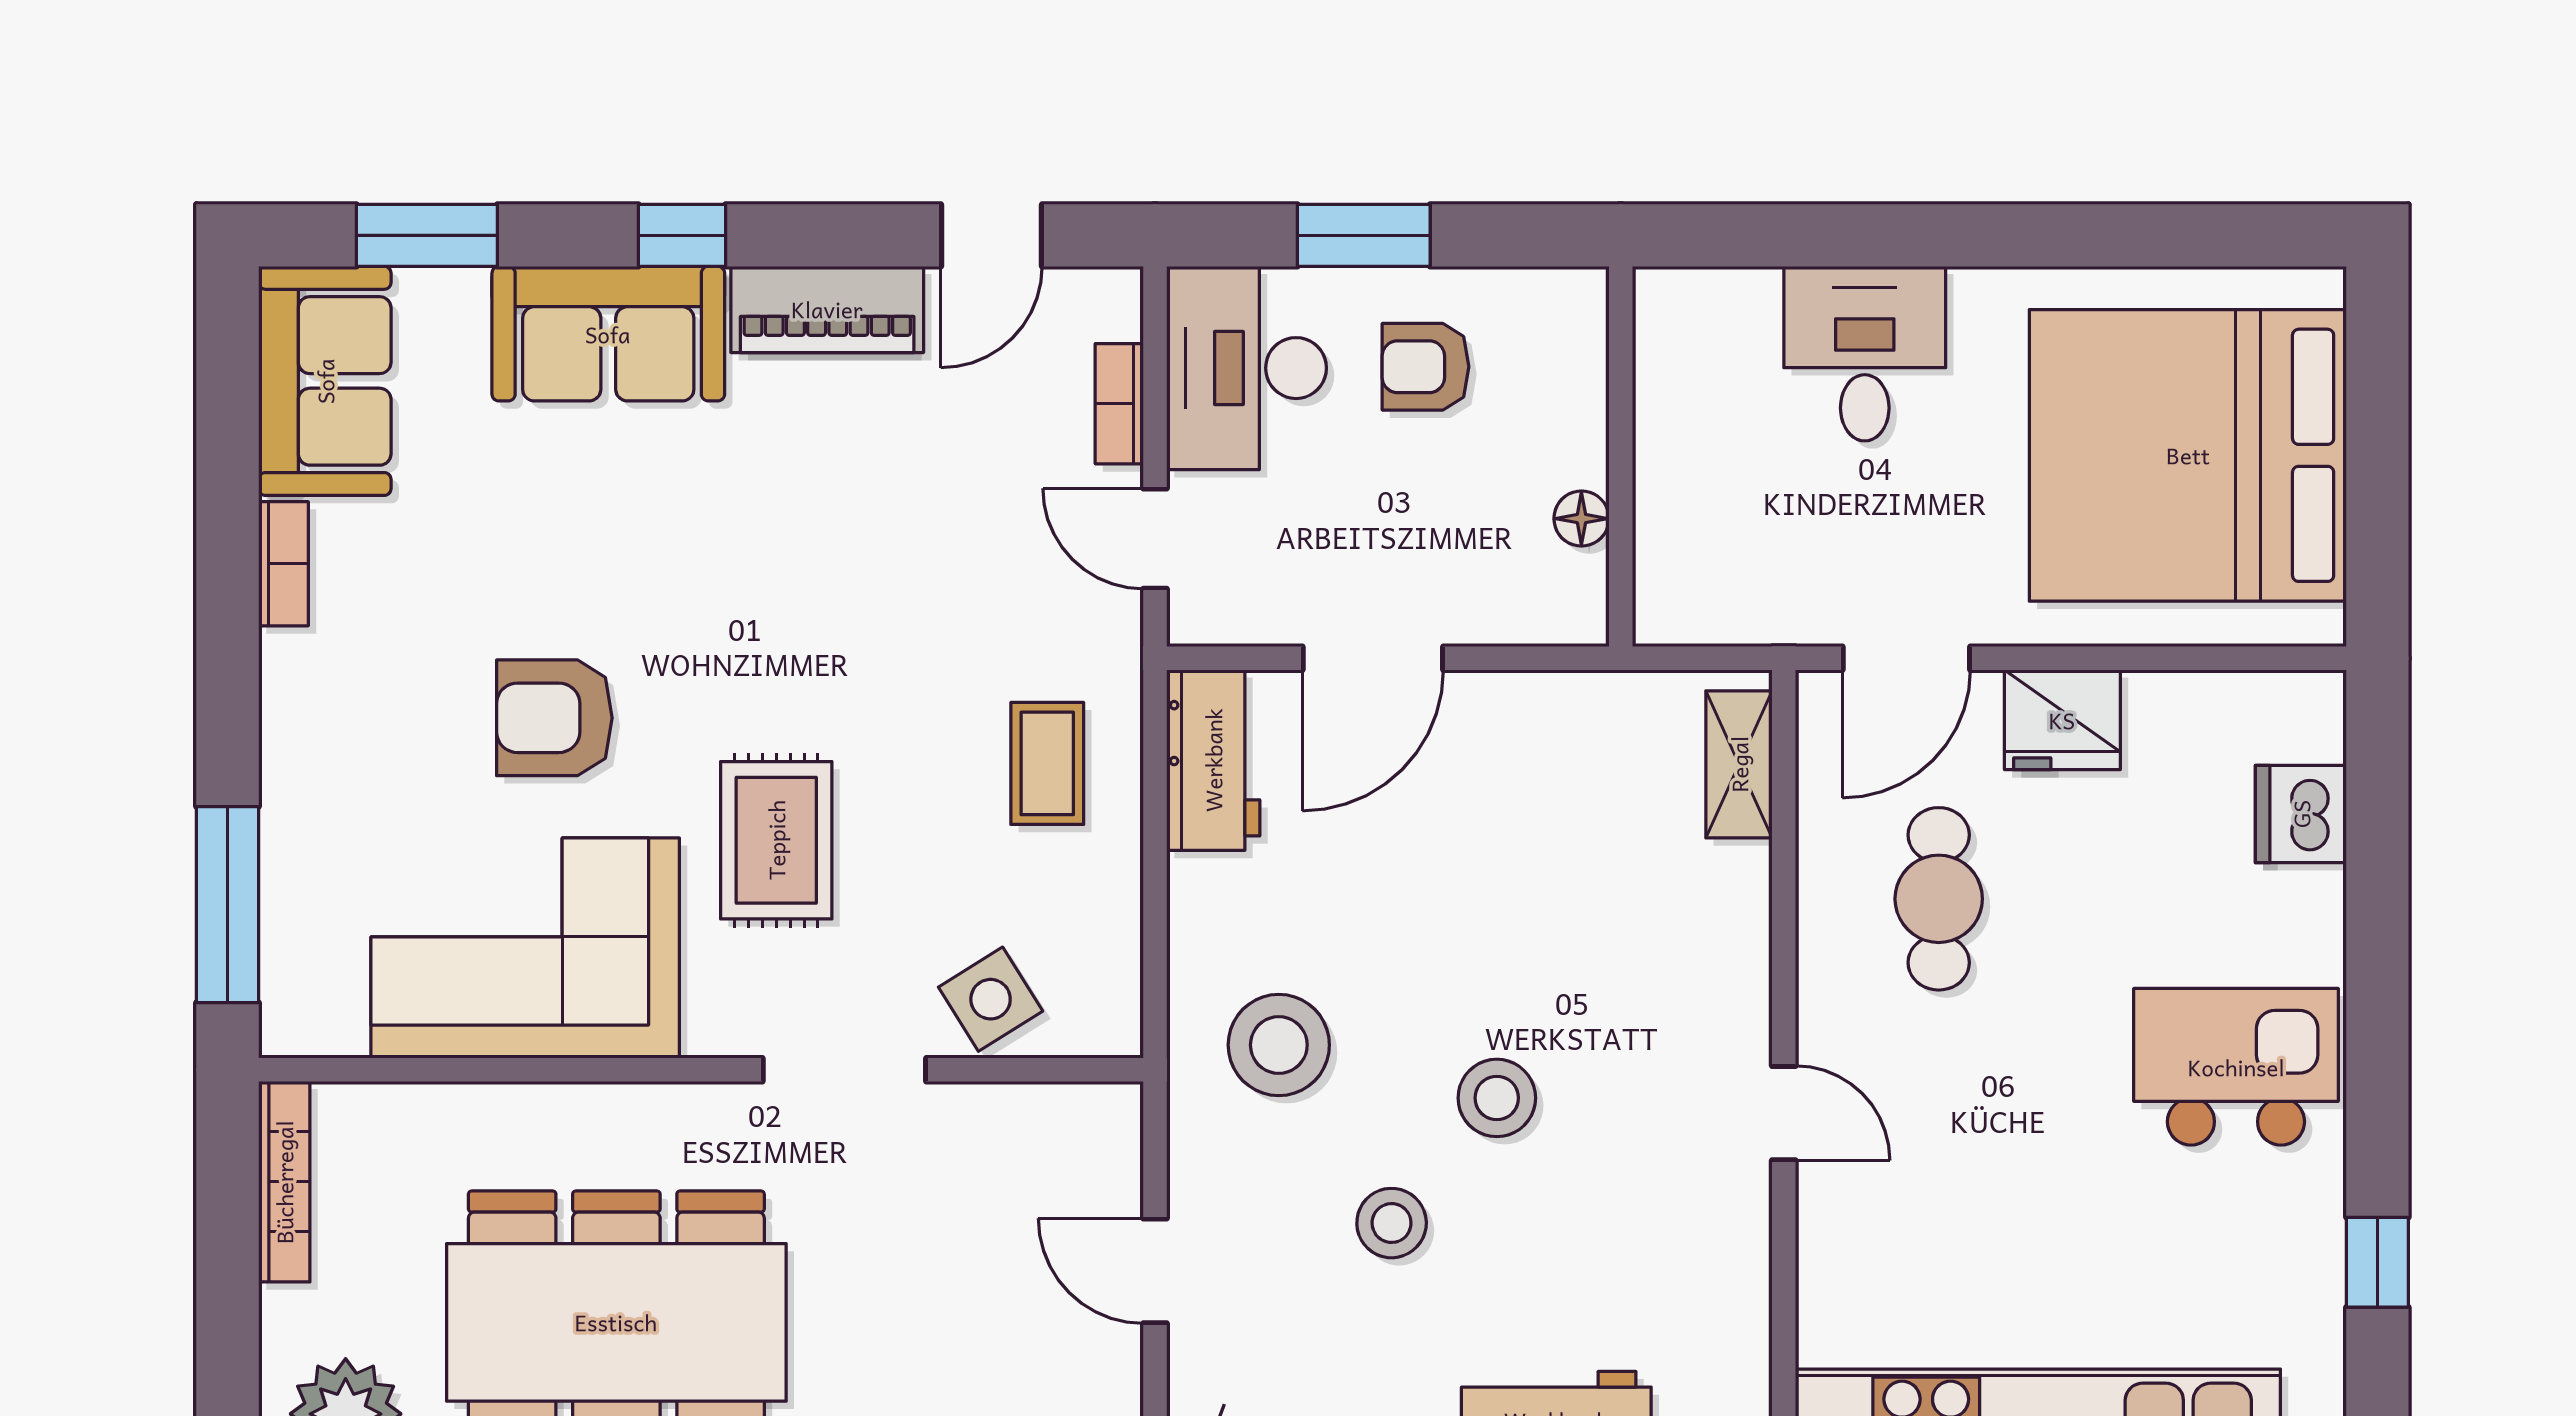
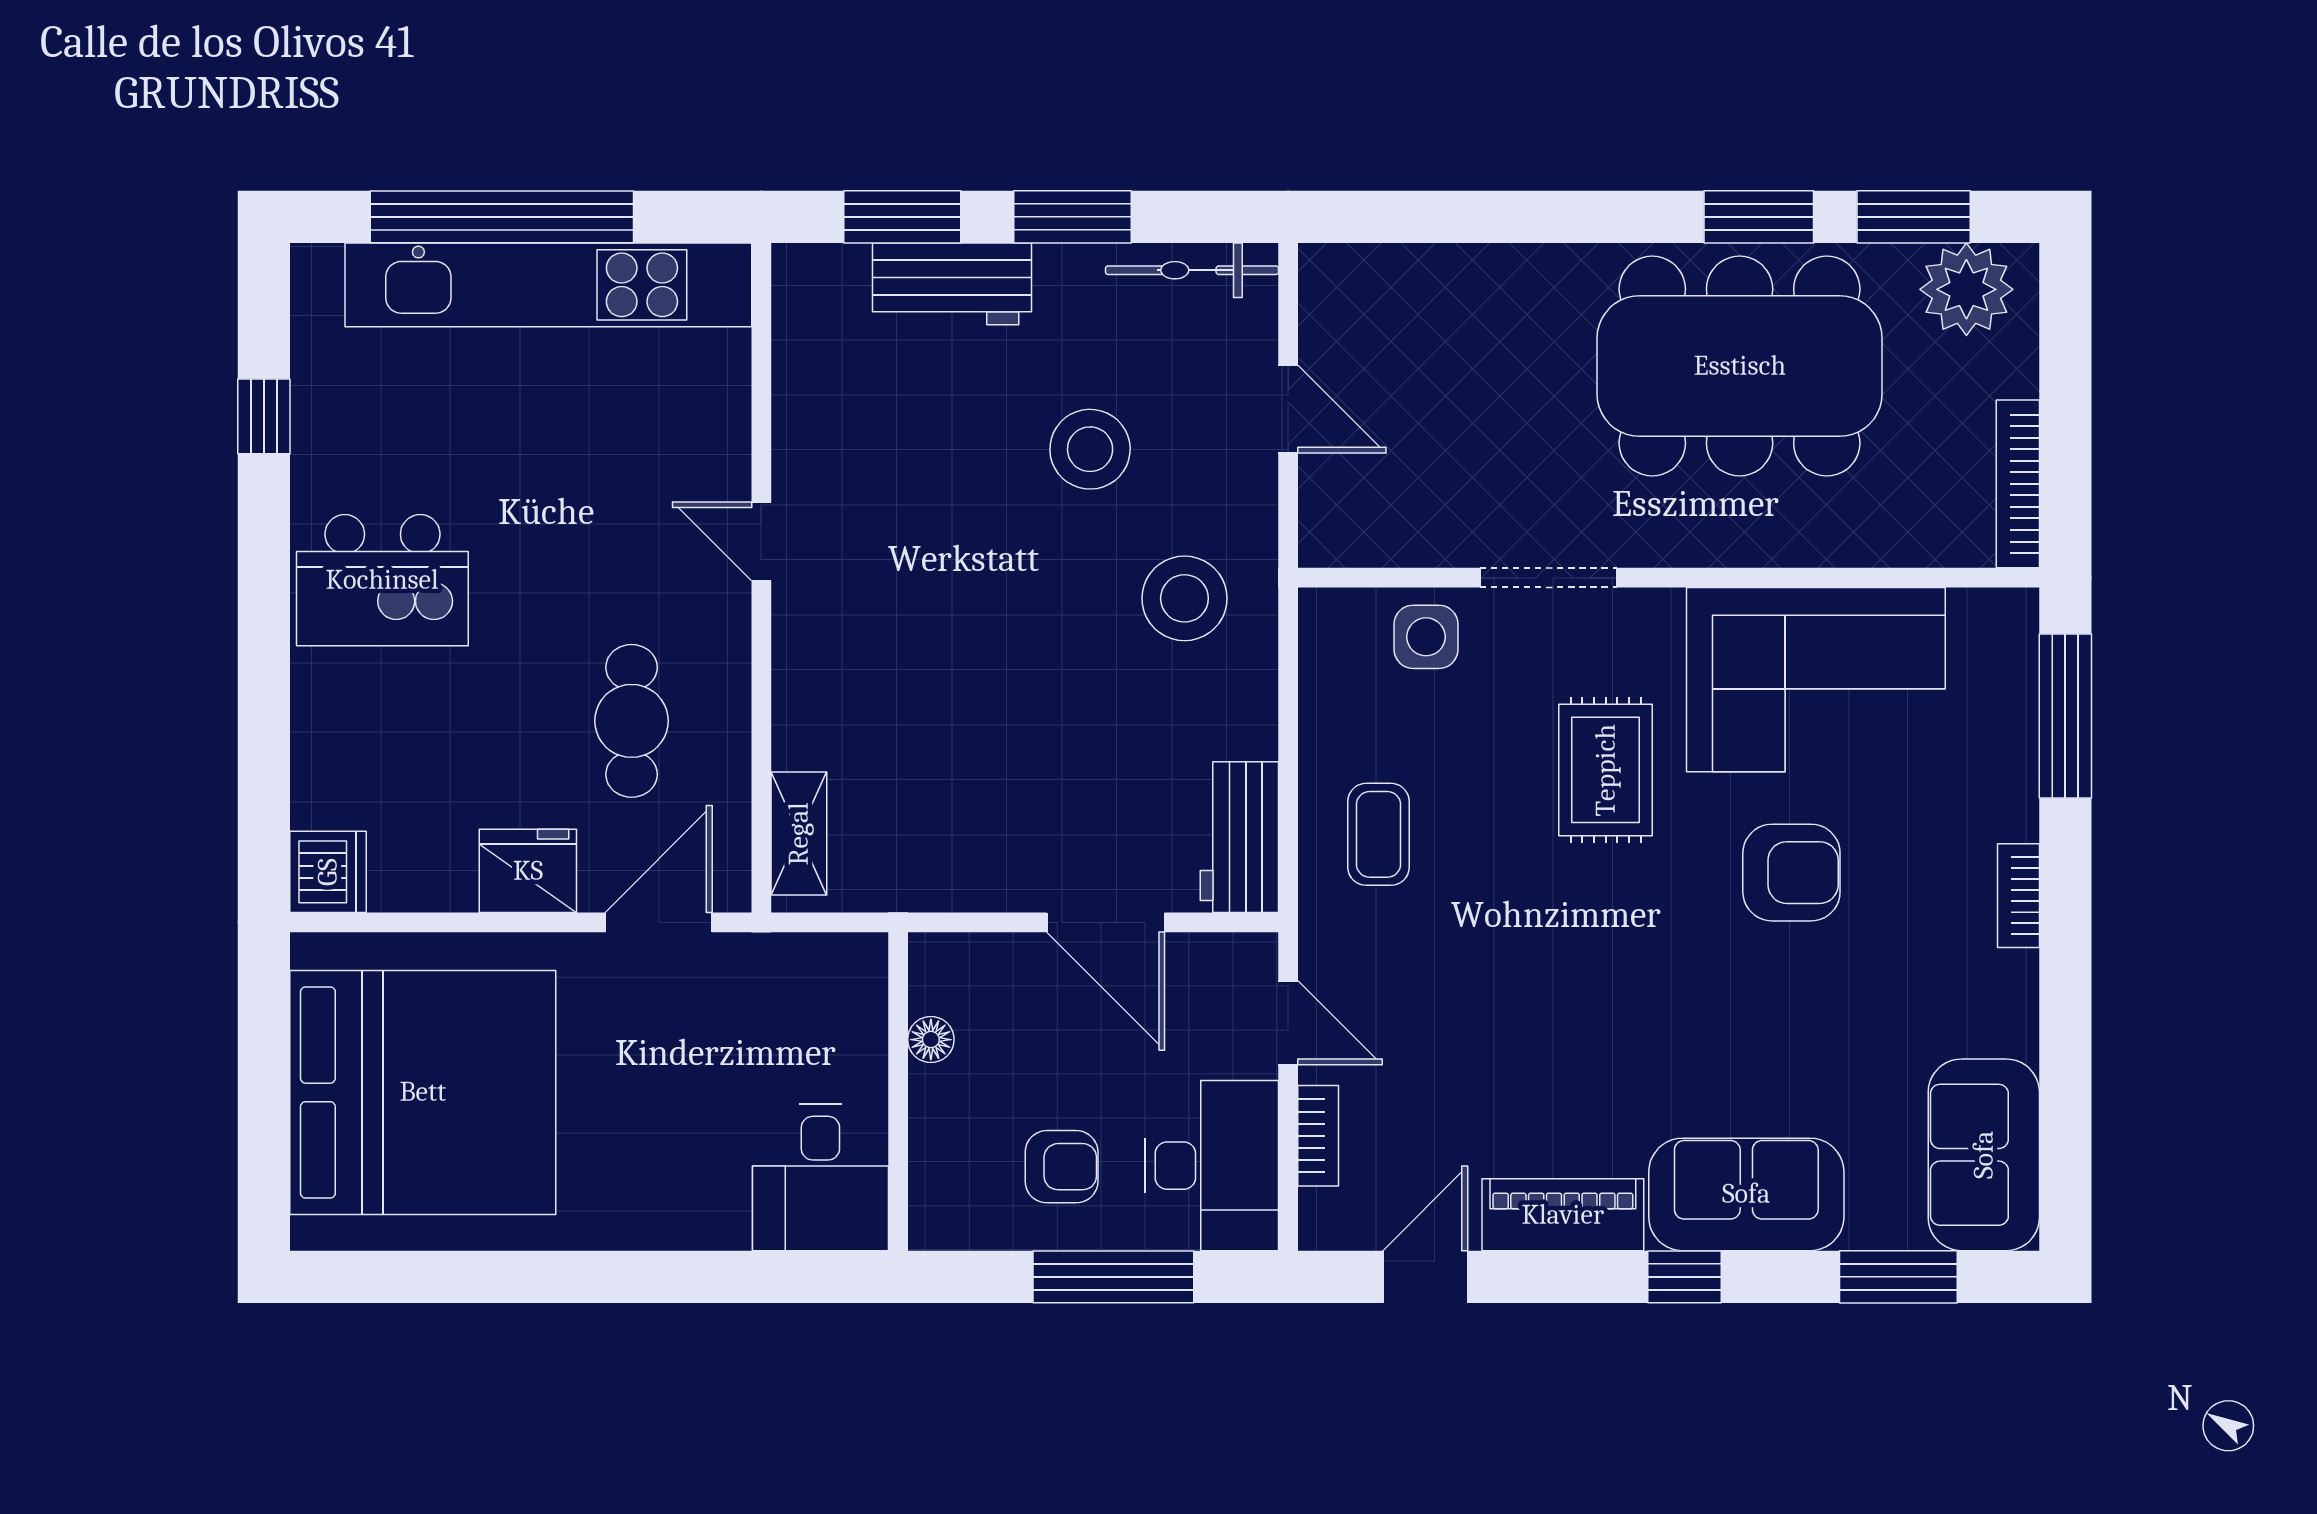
window: (1364, 235) -> (1113, 1277), width x1.44
desk: (1865, 354) -> (820, 1178), moved
bookcase: (283, 564) -> (2018, 896), moved
door: (1373, 658) -> (1106, 922), swing flipped
dishwasher: (2301, 814) -> (328, 872), moved
side table: (991, 999) -> (1426, 637), turned 32
stool: (1497, 1098) -> (1002, 554), removed
stool: (1392, 1223) -> (1090, 449), width x1.38, depth x1.38

